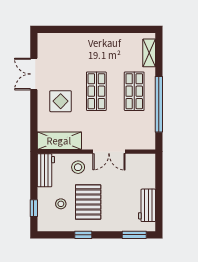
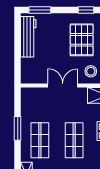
window: (159, 104) -> (18, 128), width x0.47
workbench: (147, 205) -> (28, 37), width x1.38

